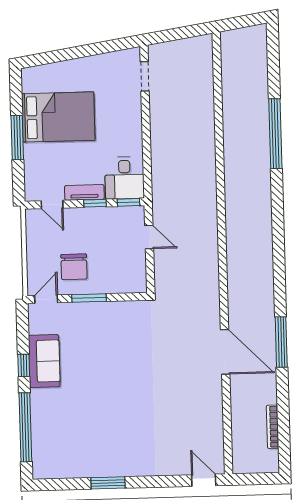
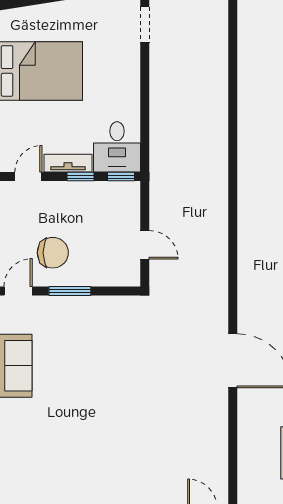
door: (52, 204) -> (28, 177), swing flipped
door: (149, 237) -> (145, 245), moved
chair: (74, 267) -> (53, 253), turned -90

